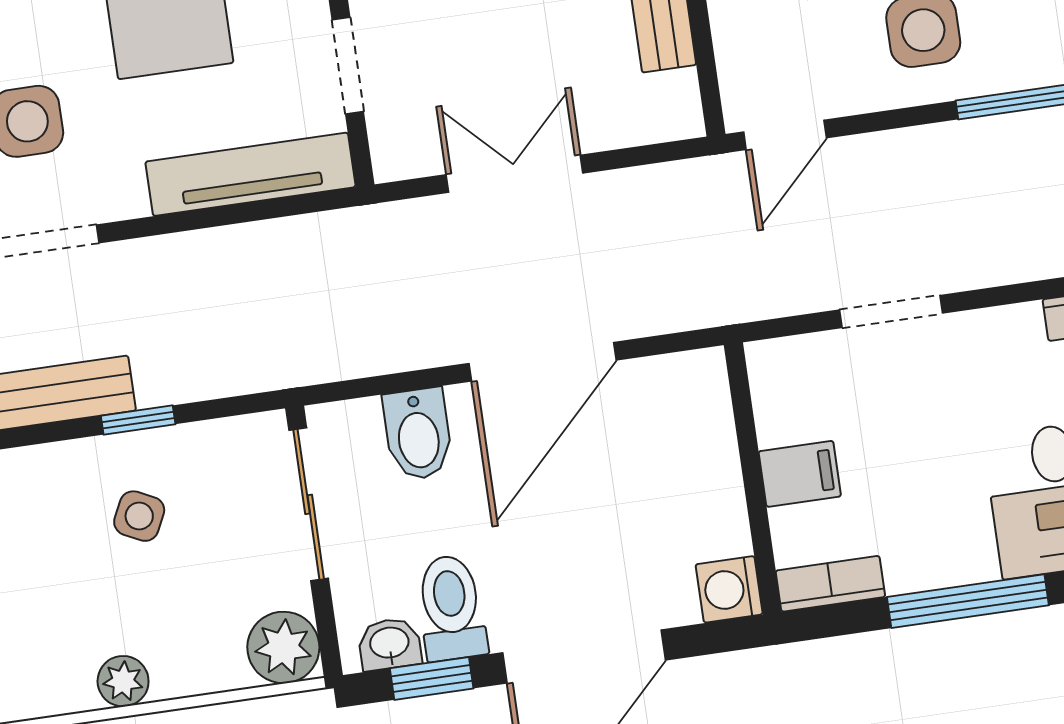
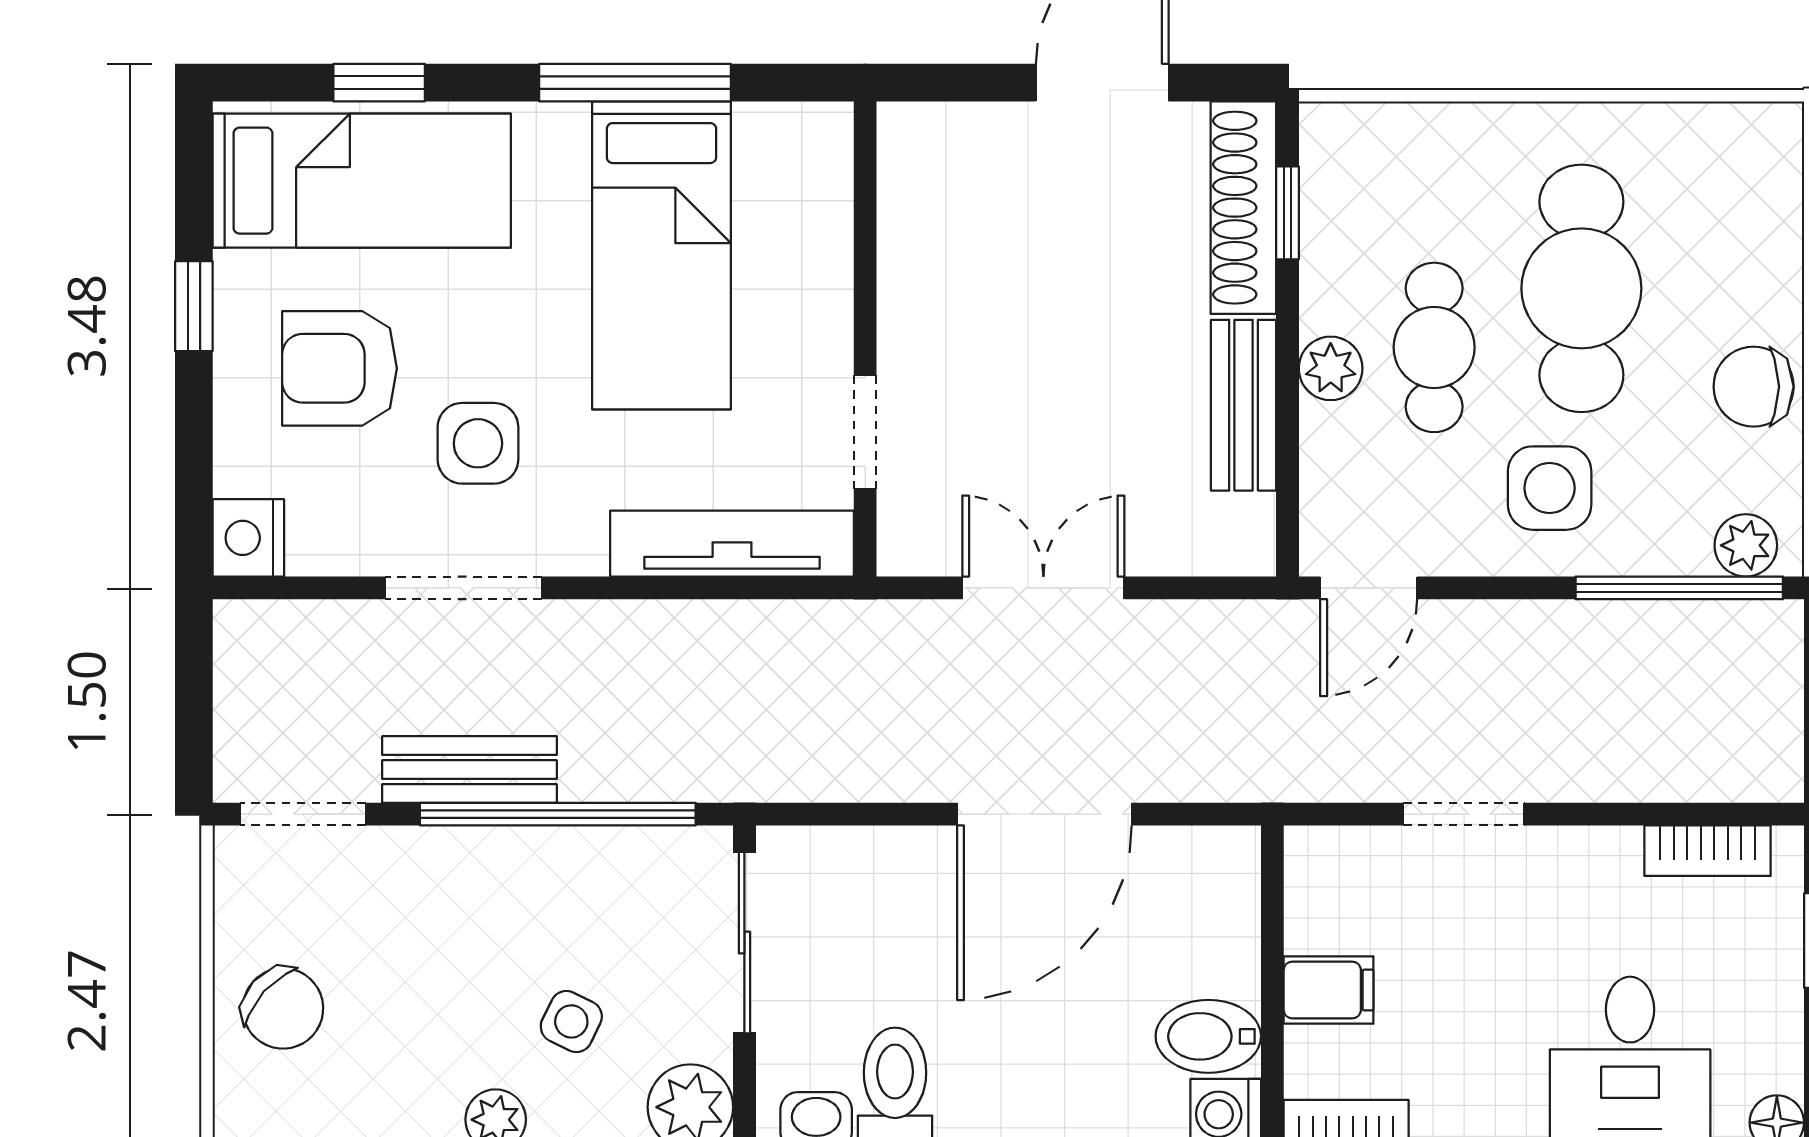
window: (138, 420) -> (558, 814), width x3.17
bidet: (418, 434) -> (1208, 1036), moved, turned 90
side table: (139, 516) -> (571, 1021), moved

